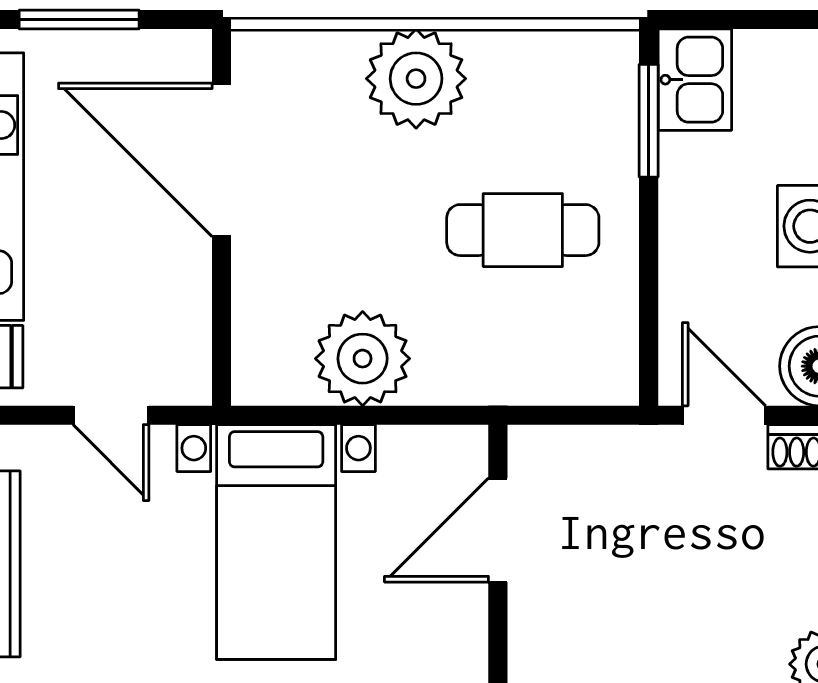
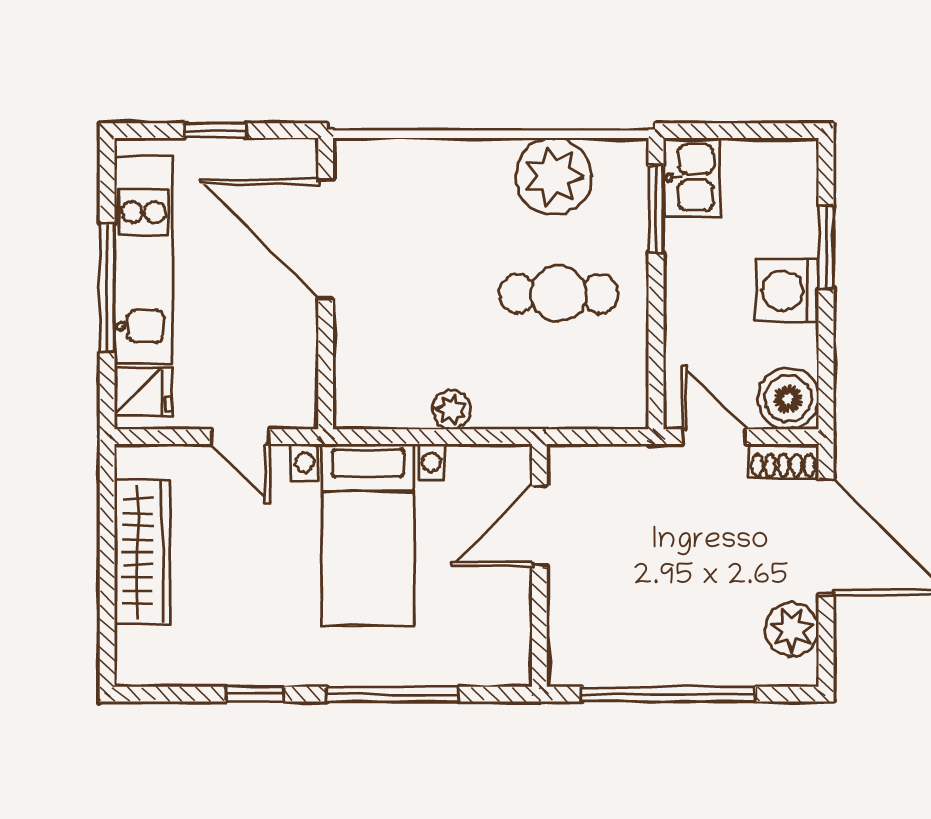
window: (79, 20) -> (216, 131), width x0.67
plant: (416, 79) -> (553, 176), moved
plant: (363, 359) -> (452, 410), width x0.53, depth x0.53

